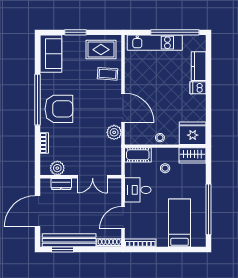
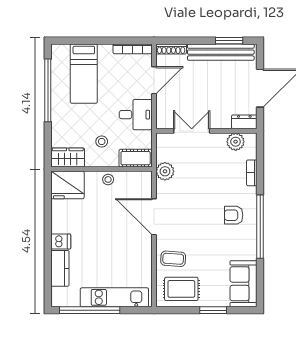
armchair: (59, 109) -> (234, 215), width x0.53, depth x0.53
plant: (114, 132) -> (165, 171), moved
dresser: (61, 184) -> (244, 122), moved

